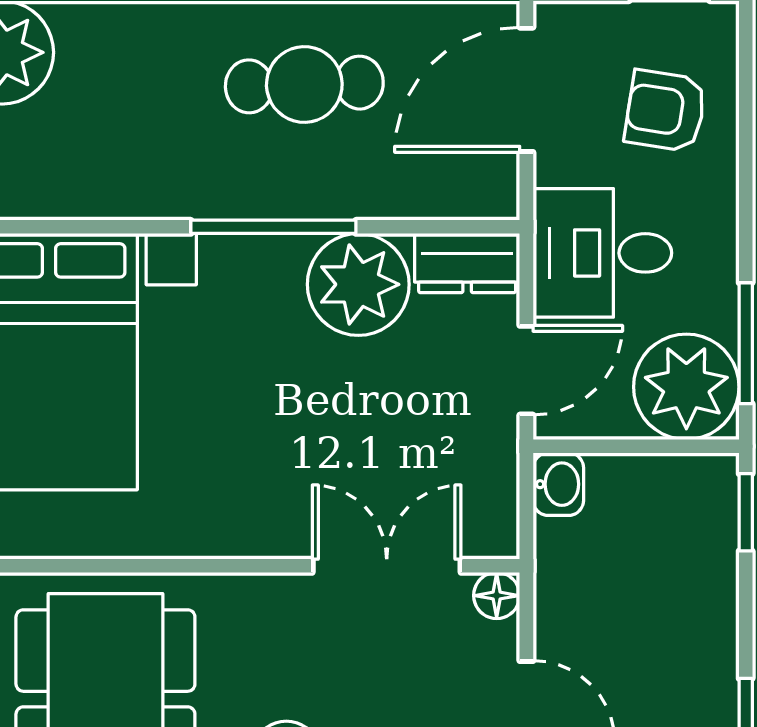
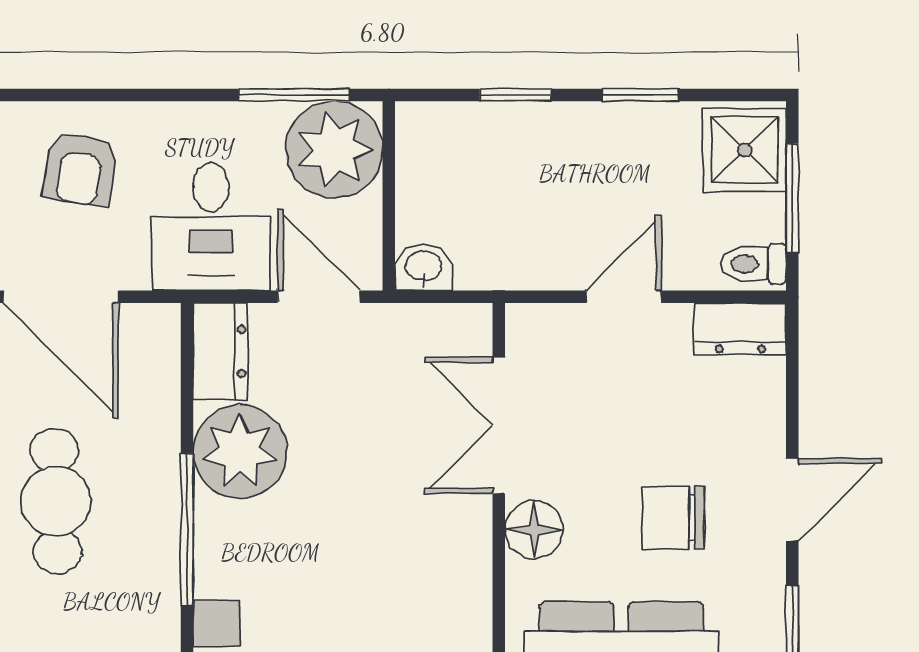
window: (746, 512) -> (515, 95), moved
floor lamp: (497, 596) -> (534, 530), moved, width x1.37, depth x1.37

